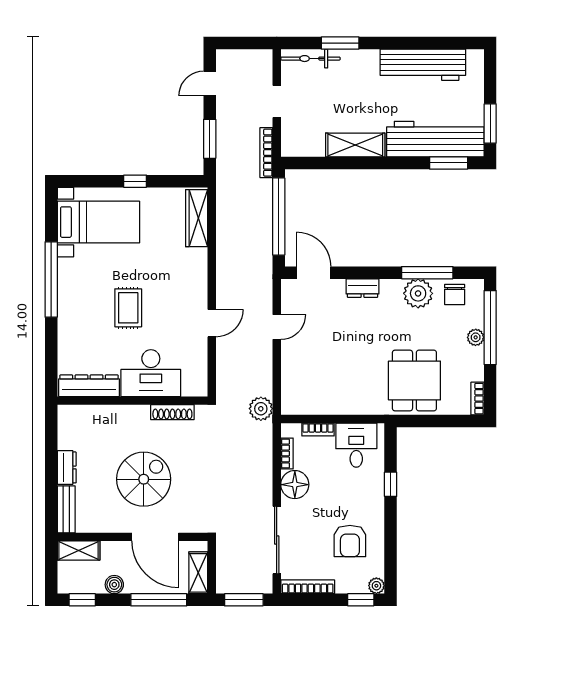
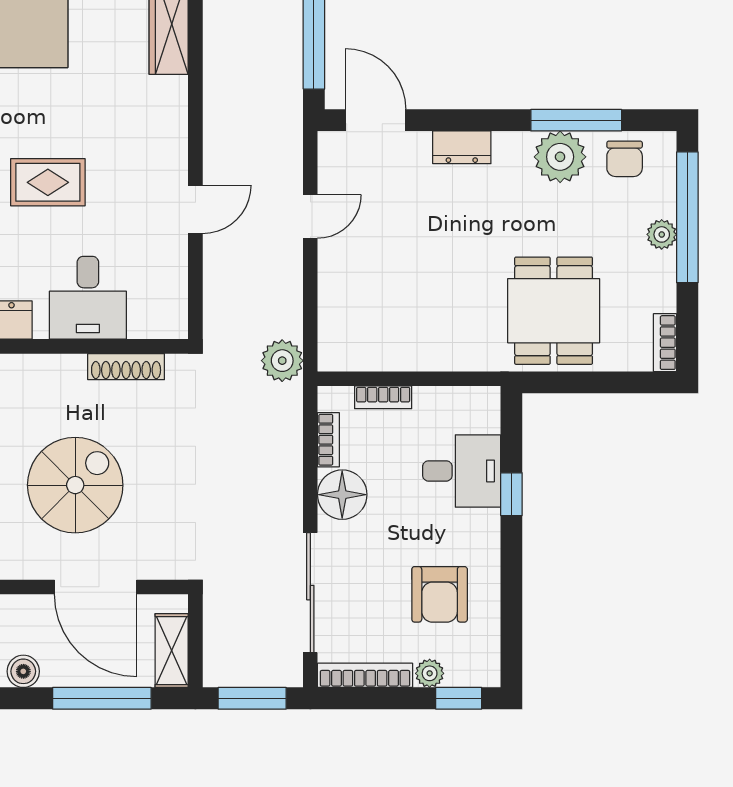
rug: (128, 308) -> (48, 182), turned 90
desk: (151, 373) -> (88, 298), width x0.73
desk: (356, 445) -> (462, 471), moved, turned 90
plant: (376, 586) -> (430, 673), moved

